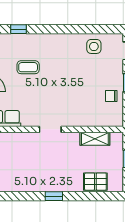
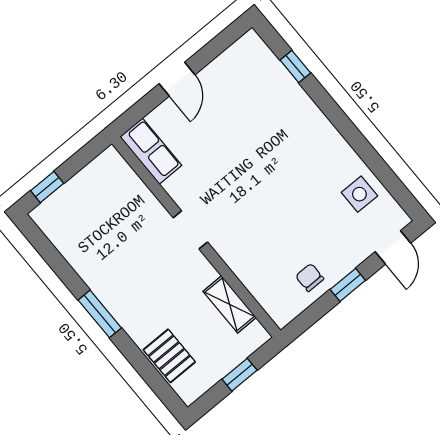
coffee table: (28, 67) -> (252, 125), removed
window: (54, 196) -> (100, 314), width x1.50

